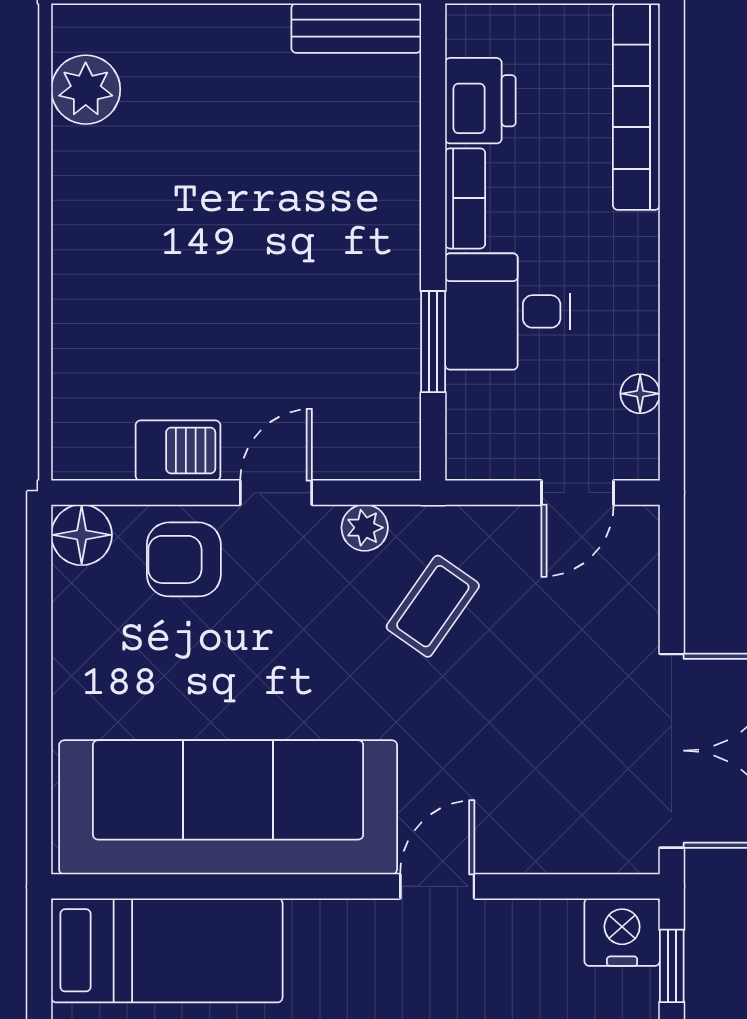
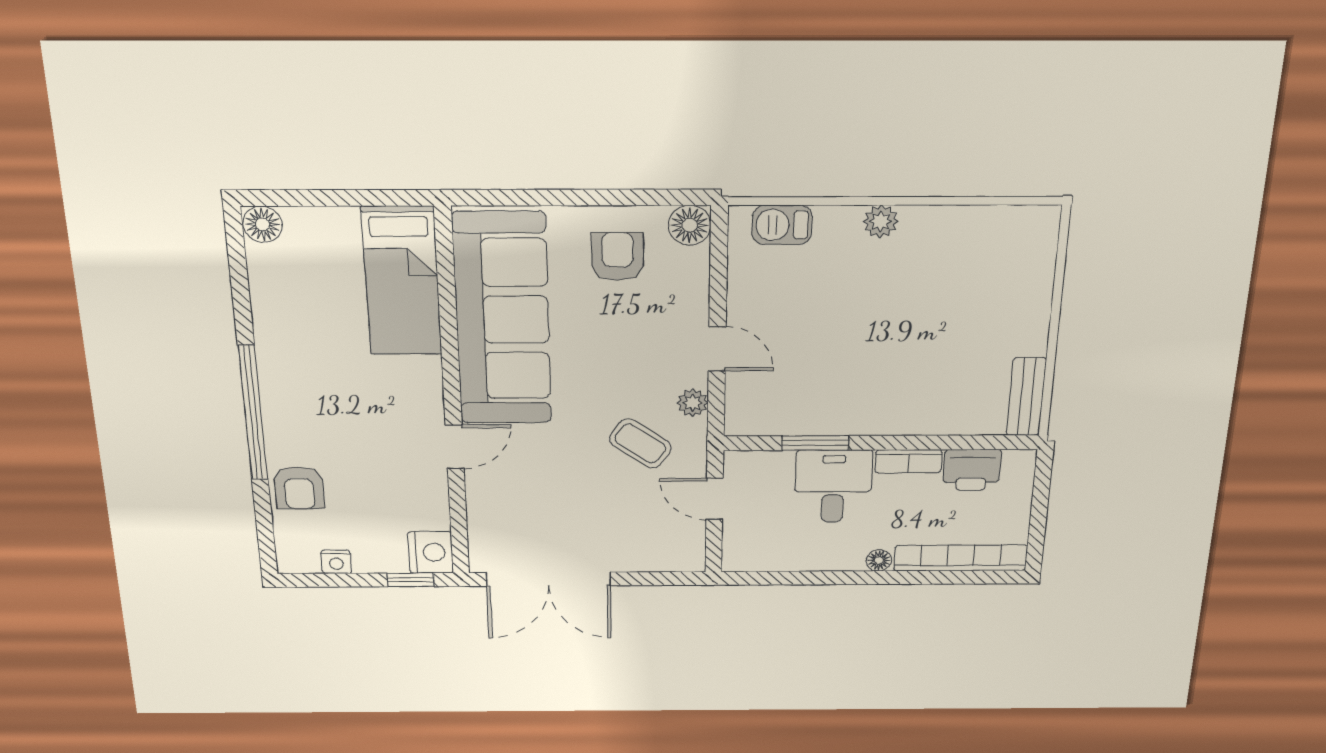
plant: (86, 90) -> (881, 221), moved, width x0.73, depth x0.73
floor lamp: (640, 394) -> (879, 560), moved
barbecue: (178, 451) -> (782, 225), moved, turned 90
door: (577, 493) -> (715, 499), moved
armchair: (184, 559) -> (617, 256), moved
door: (437, 886) -> (455, 447), hinge flipped

